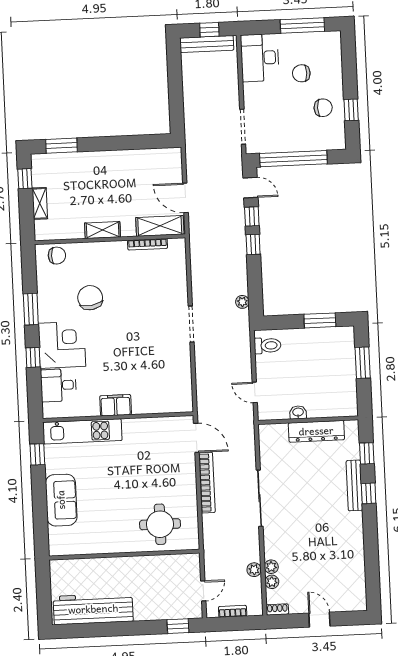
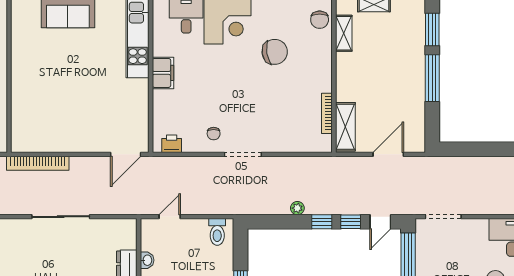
window: (109, 144) -> (432, 78), added
door: (185, 198) -> (388, 154), moved
shelving: (103, 230) -> (344, 33), moved
plant: (242, 302) -> (297, 208), moved
chair: (172, 353) -> (214, 134), added
printer: (184, 394) -> (172, 144), added
bookcase: (207, 483) -> (38, 163), moved
round table: (160, 524) -> (39, 113), removed

